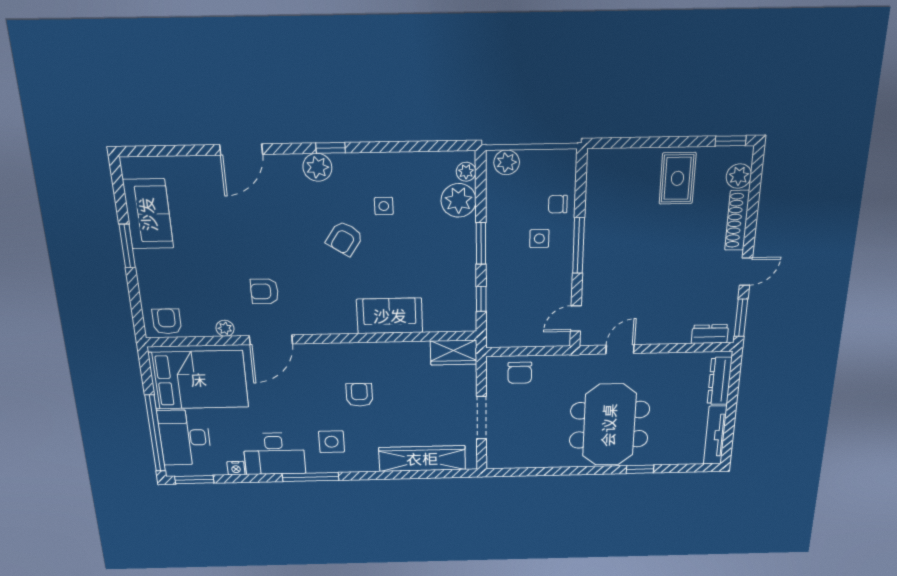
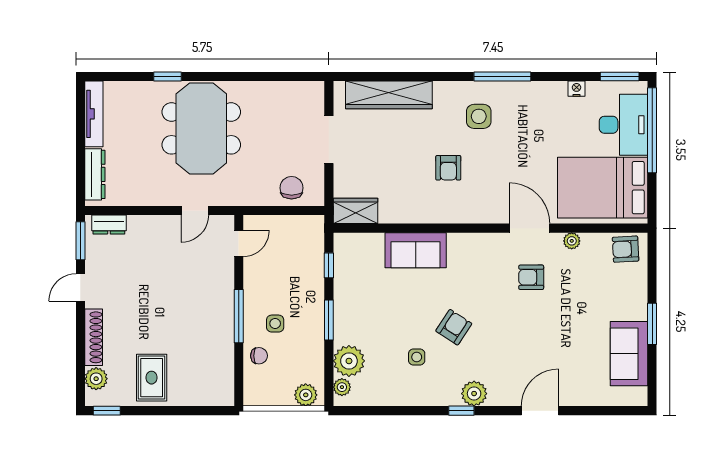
armchair: (264, 291) -> (531, 277), turned 180
armchair: (167, 321) -> (626, 249), turned 87
door: (271, 340) -> (529, 228), hinge flipped
desk: (274, 454) -> (537, 104), removed

